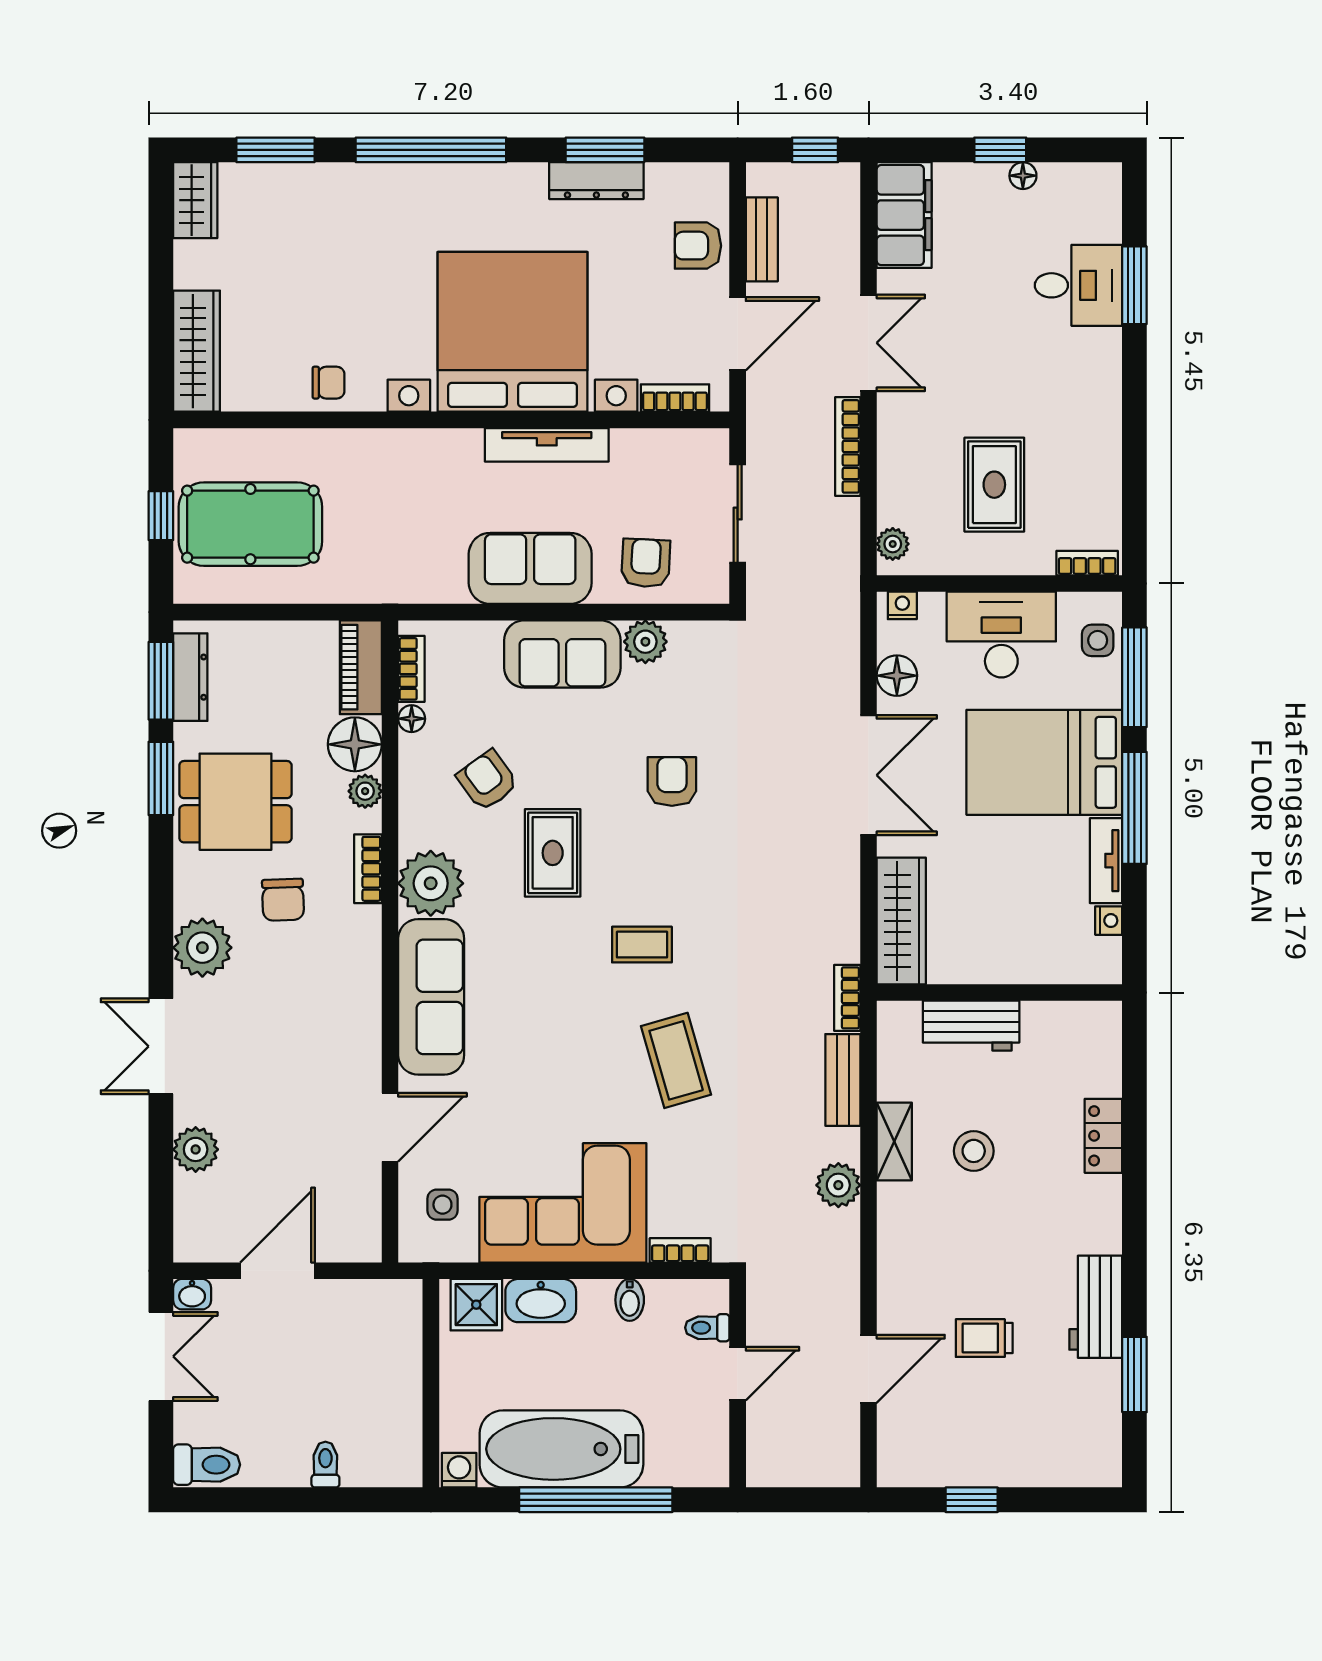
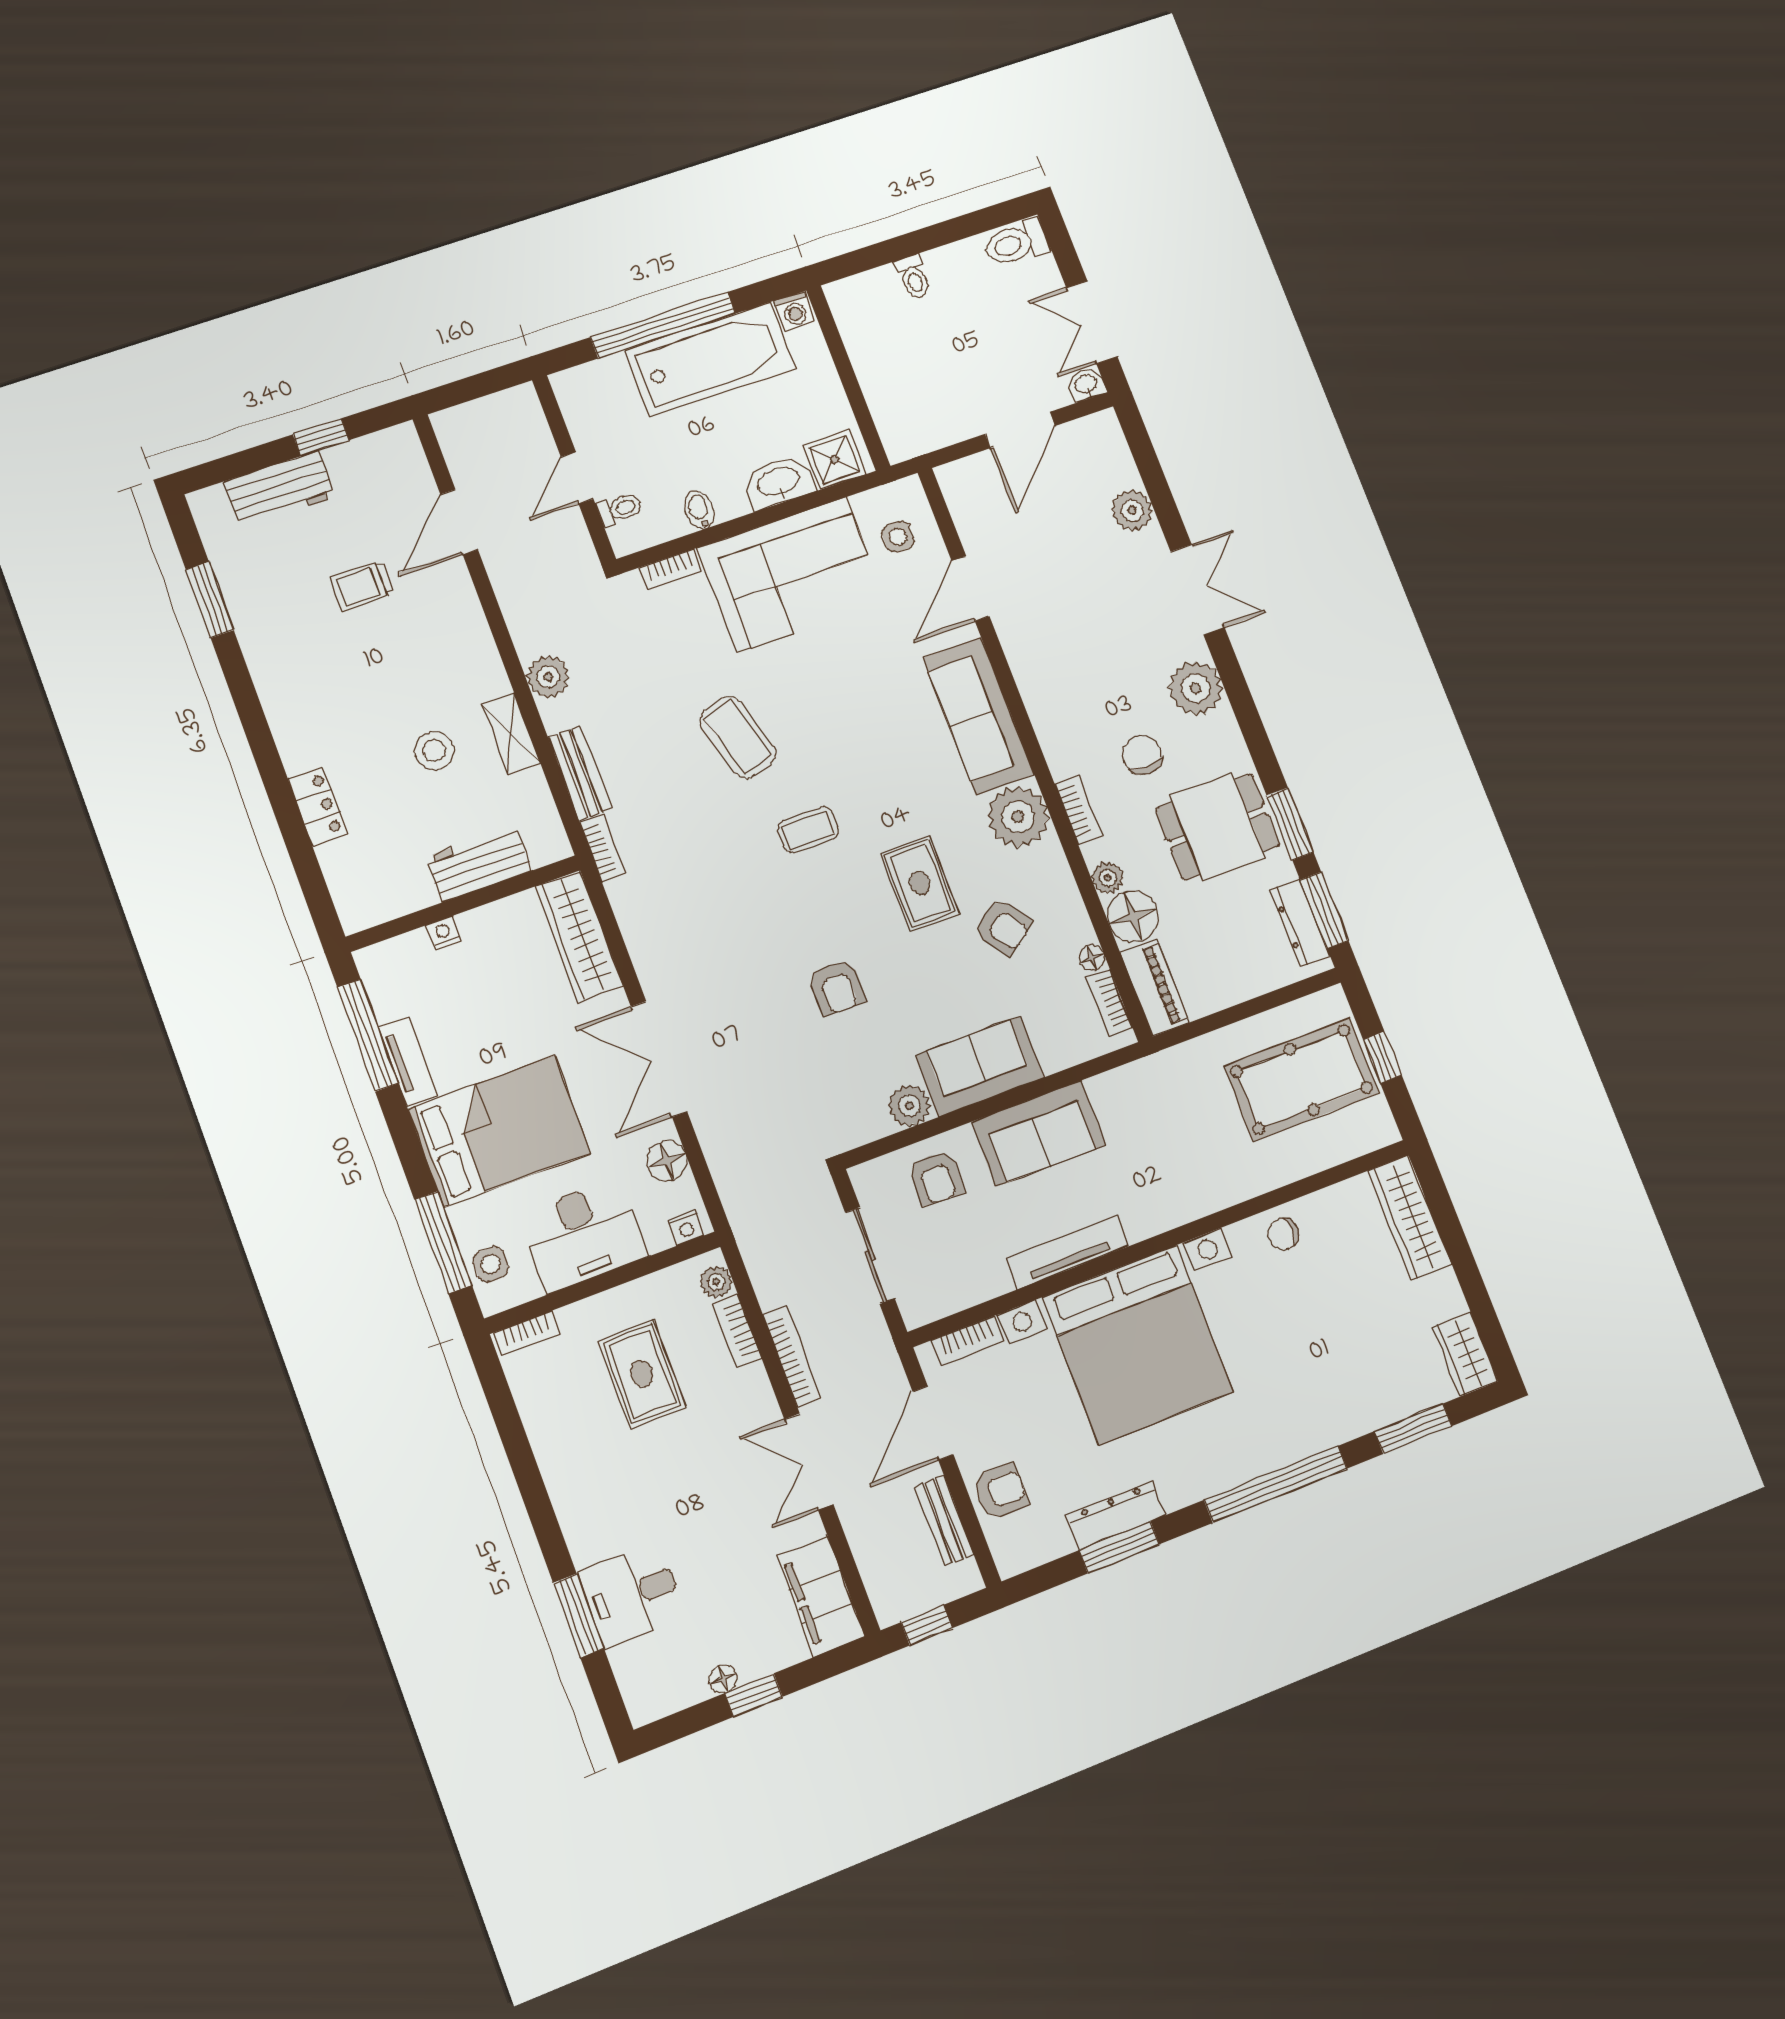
bookcase: (890, 490) -> (737, 1331), added
window: (1134, 808) -> (368, 1035), moved
nightstand: (1109, 921) -> (444, 933), moved, turned 90
workbench: (1096, 1307) -> (280, 489), moved, turned 90
trolley: (984, 1338) -> (362, 585), turned 180

